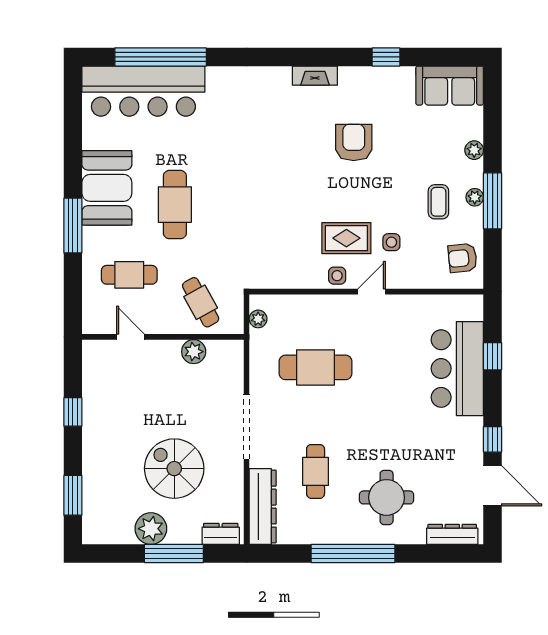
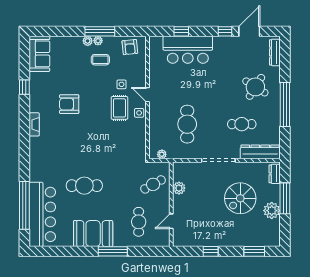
plant: (474, 150) -> (88, 41), moved
cafe table: (175, 205) -> (84, 186), moved
round table: (387, 497) -> (255, 87), turned 32

